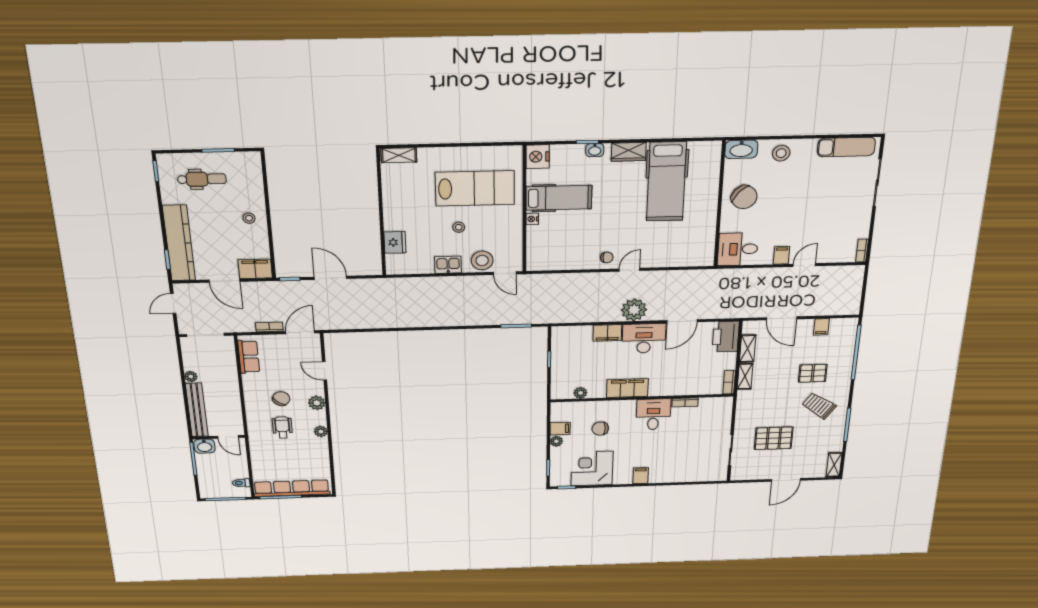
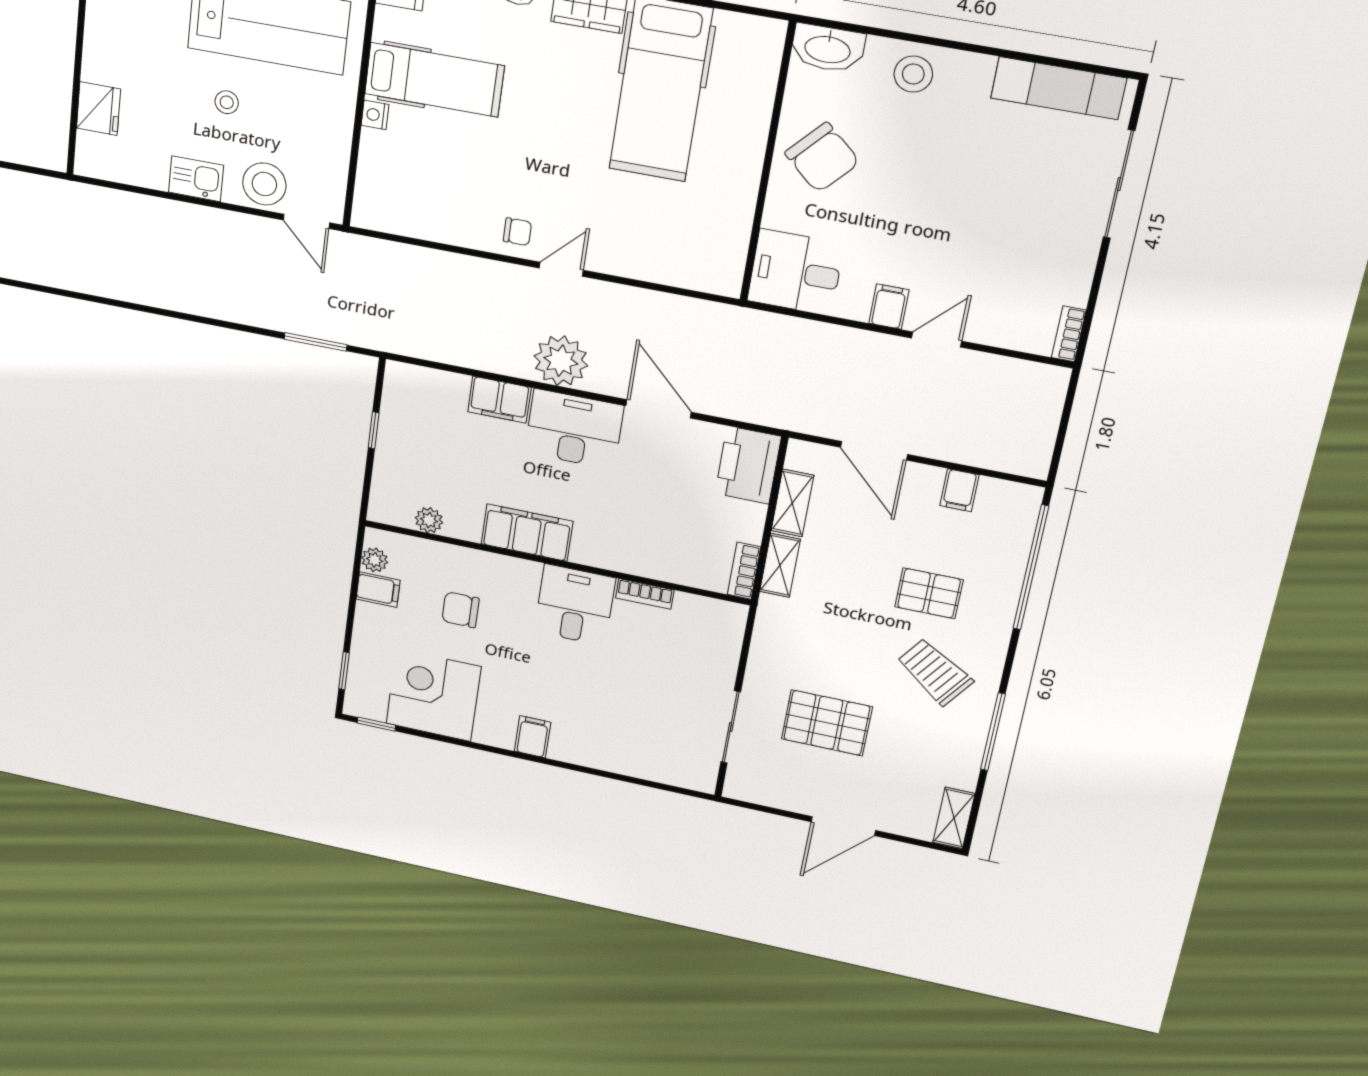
door: (682, 321) -> (659, 409), swing flipped
plant: (556, 441) -> (375, 560), moved

